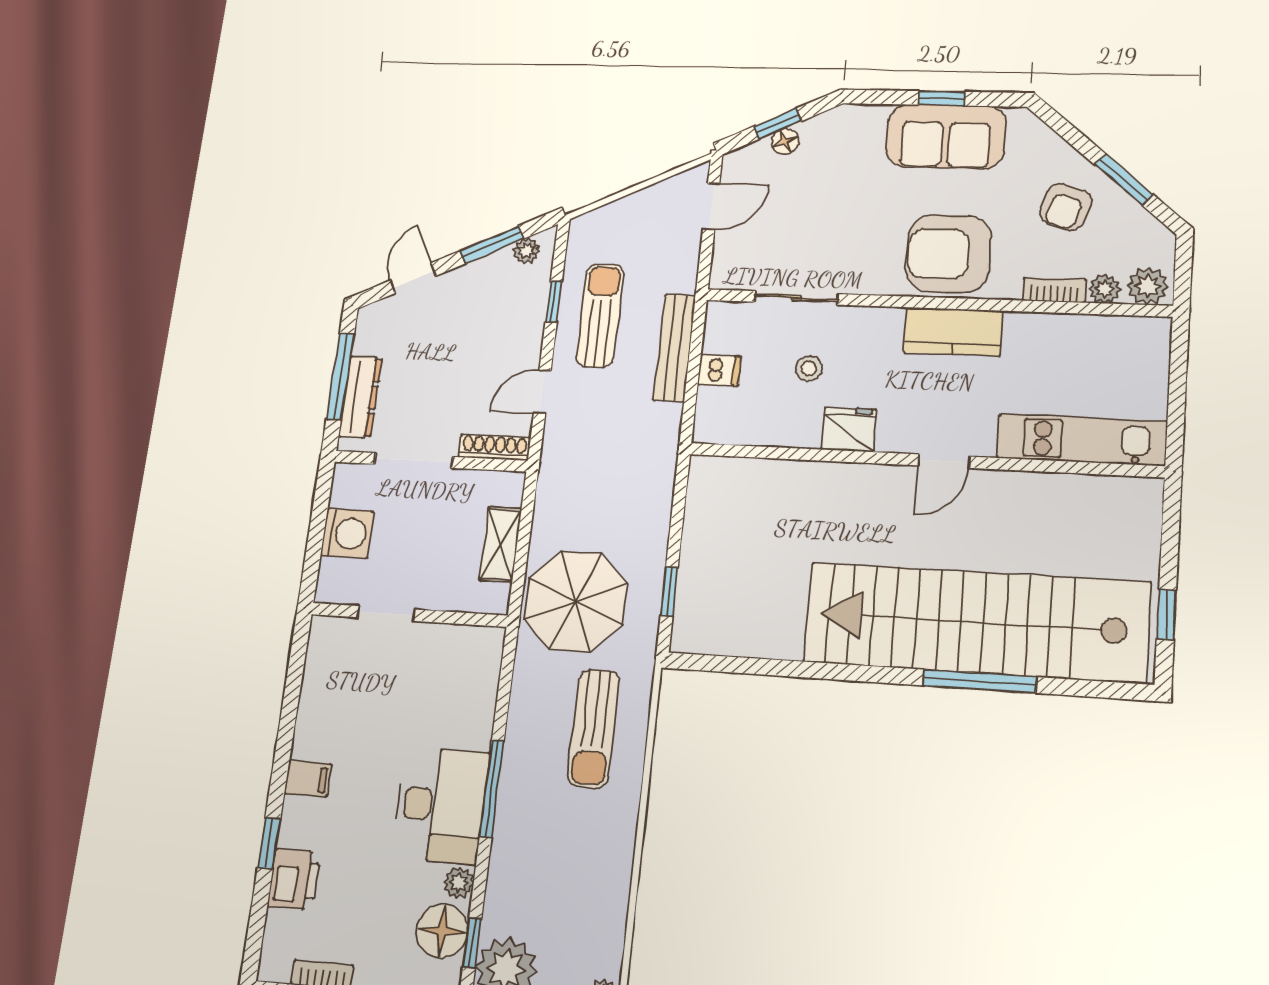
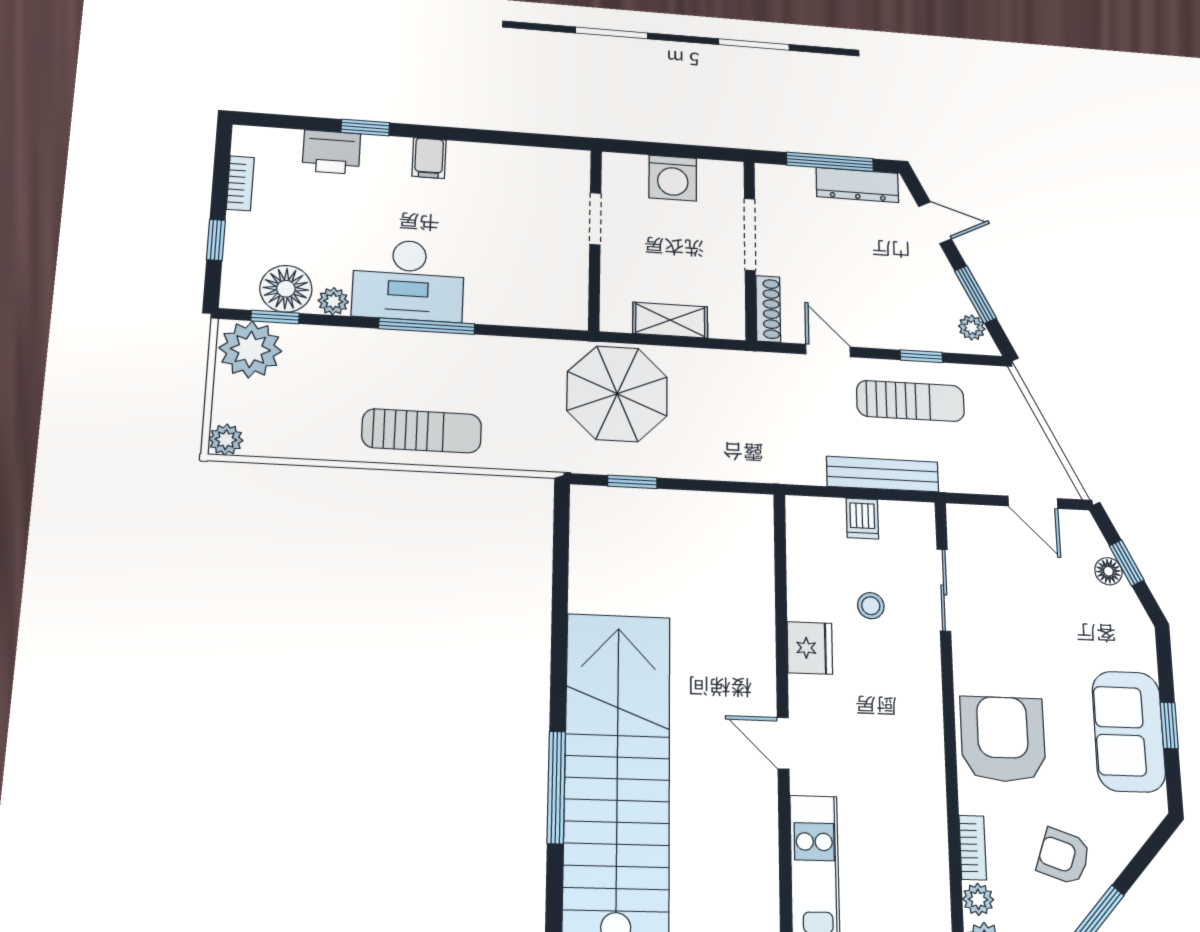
kitchen counter: (953, 332) -> (920, 747), removed
dresser: (360, 397) -> (857, 185), moved
sun lounger: (594, 728) -> (422, 431), moved, turned 180

